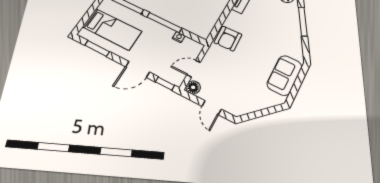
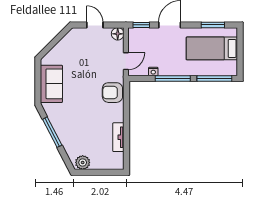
window: (303, 21) -> (52, 132), moved
armchair: (228, 39) -> (112, 93), turned -88
door: (194, 69) -> (126, 61), moved

